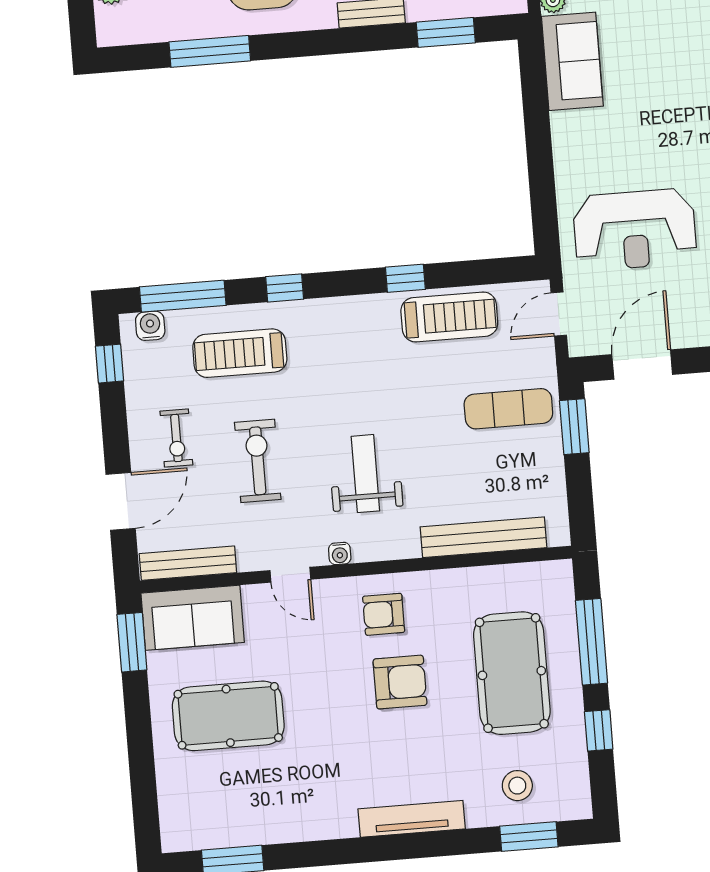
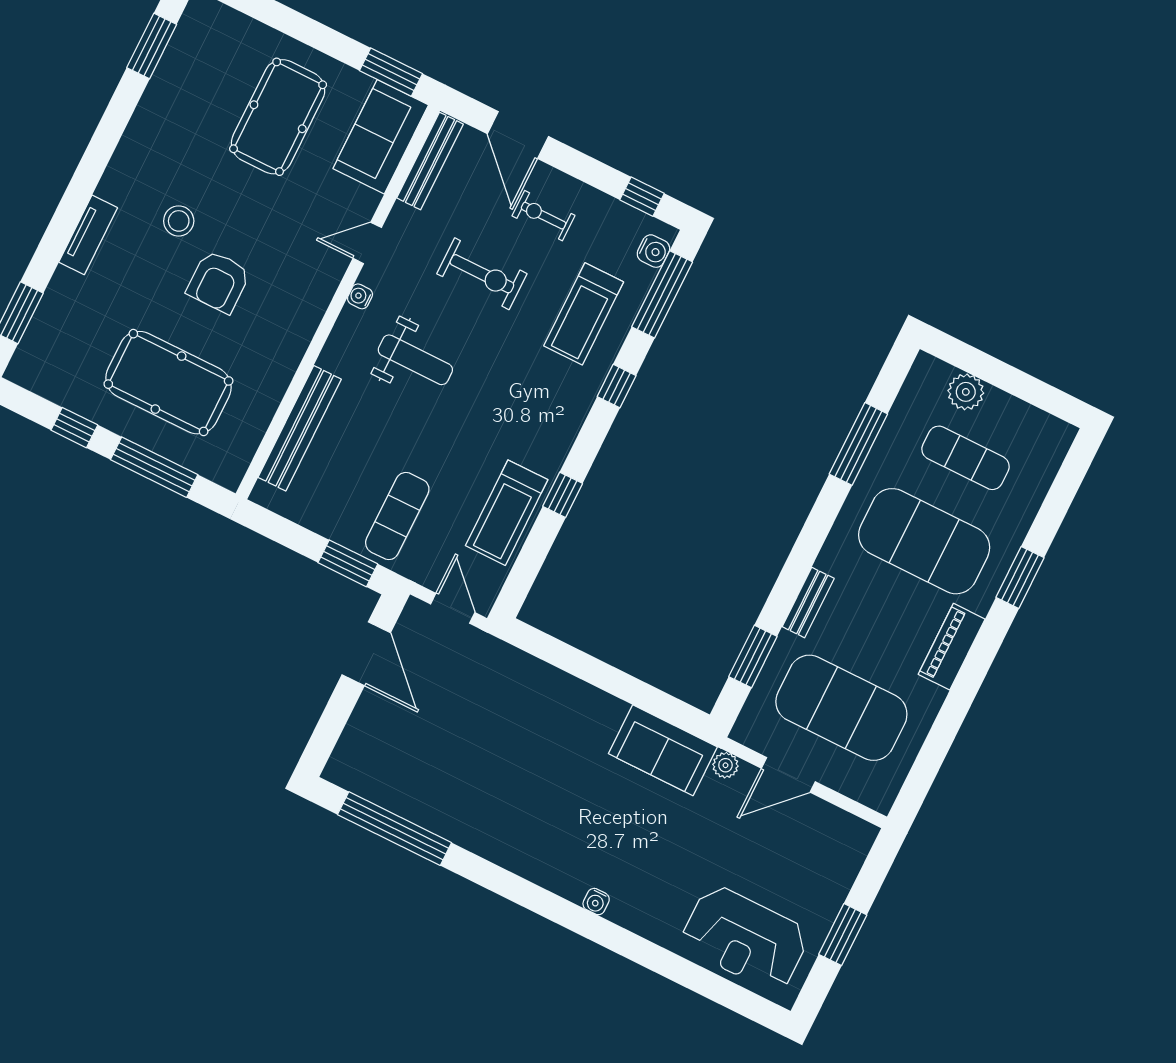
reception desk: (635, 230) -> (486, 717), removed
treadmill: (240, 353) -> (584, 314), turned 180
armchair: (384, 614) -> (285, 303), removed
stool: (517, 786) -> (179, 221), moved
tv unit: (412, 819) -> (88, 235), width x0.71

